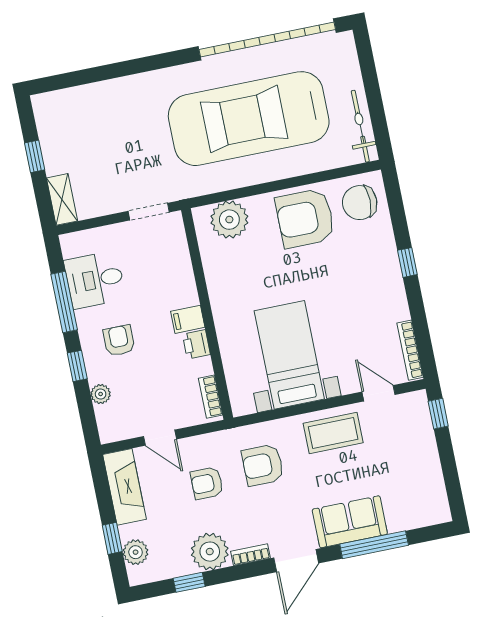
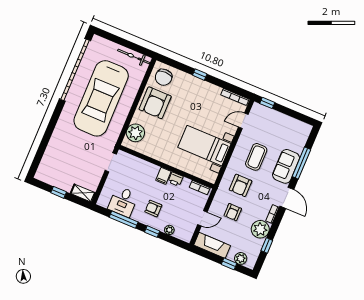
coffee table: (333, 433) -> (256, 157), moved

